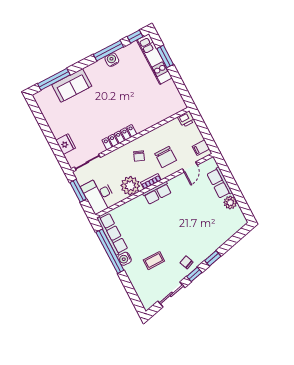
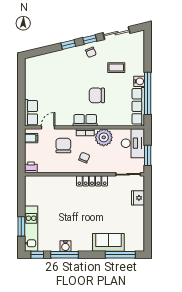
row of seats: (219, 183) -> (31, 113), moved
plant: (230, 203) -> (31, 82), removed
chair: (159, 223) -> (97, 95), added

